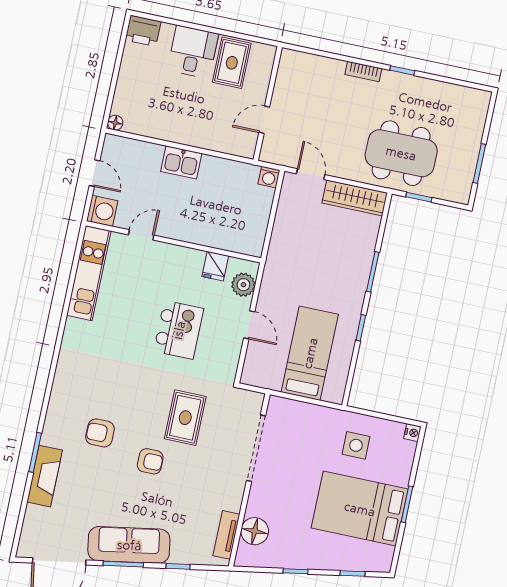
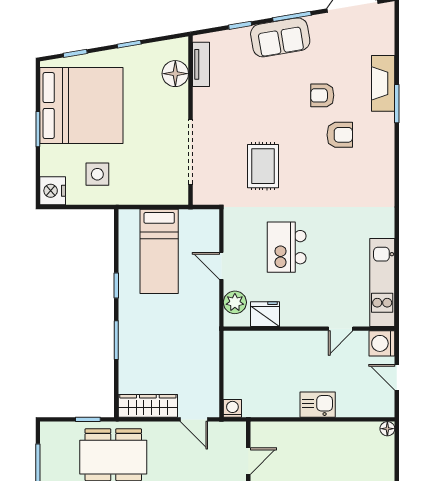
fridge: (215, 266) -> (265, 314), width x1.38
nightstand: (412, 433) -> (53, 191), width x1.89, depth x1.79
armchair: (150, 461) -> (322, 95), moved
bed: (360, 509) -> (81, 106), width x1.36
sofa: (129, 545) -> (280, 37), width x0.73

